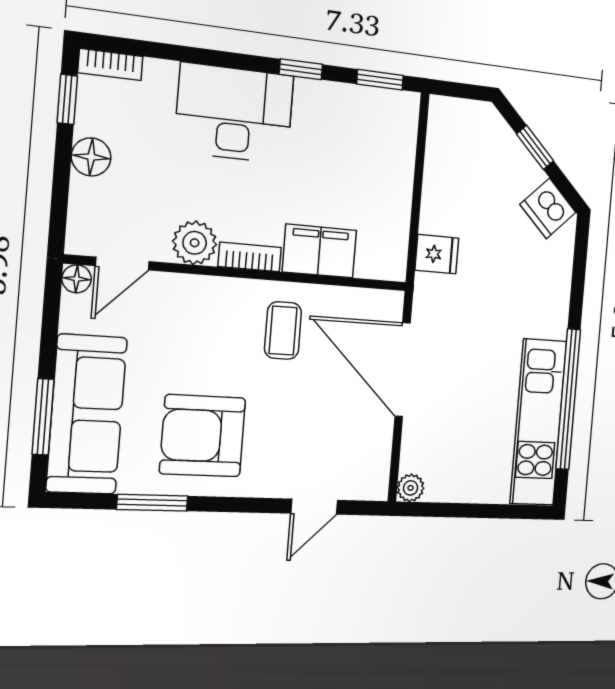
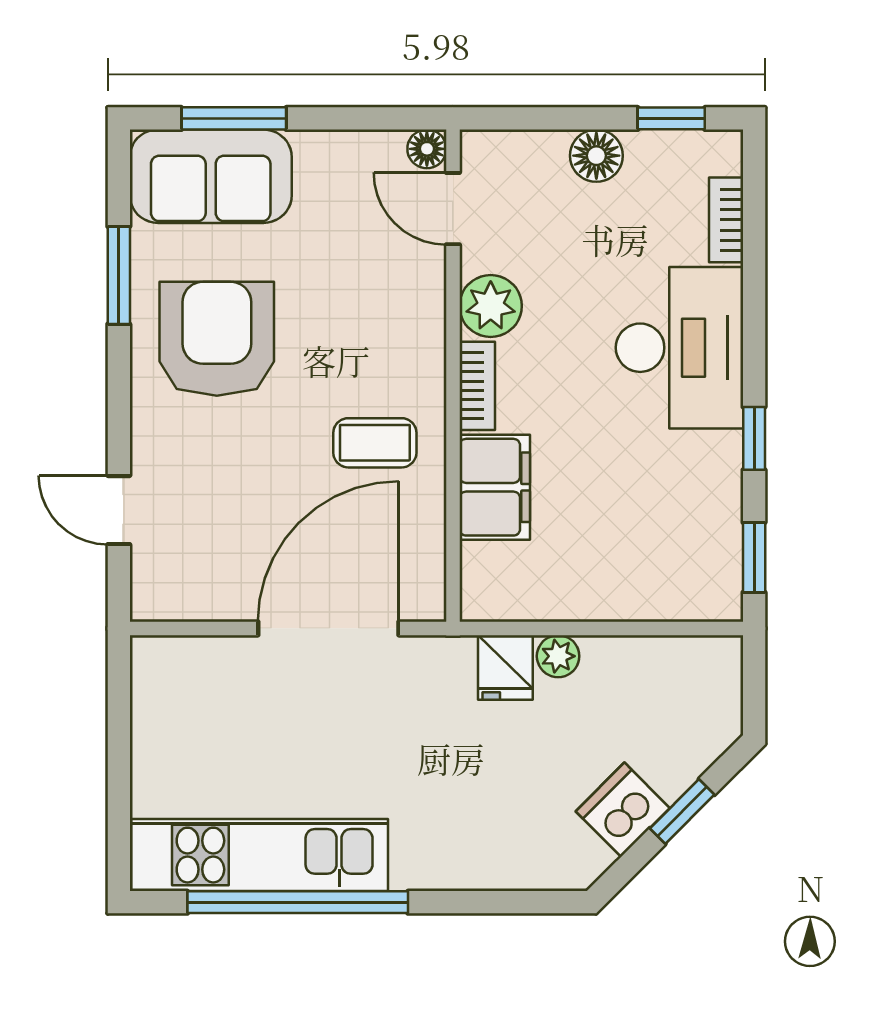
bookcase: (110, 65) -> (726, 220), moved
dishwasher: (548, 208) -> (623, 810), moved
sofa: (87, 414) -> (211, 176), width x0.73
plant: (411, 488) -> (558, 656), moved

